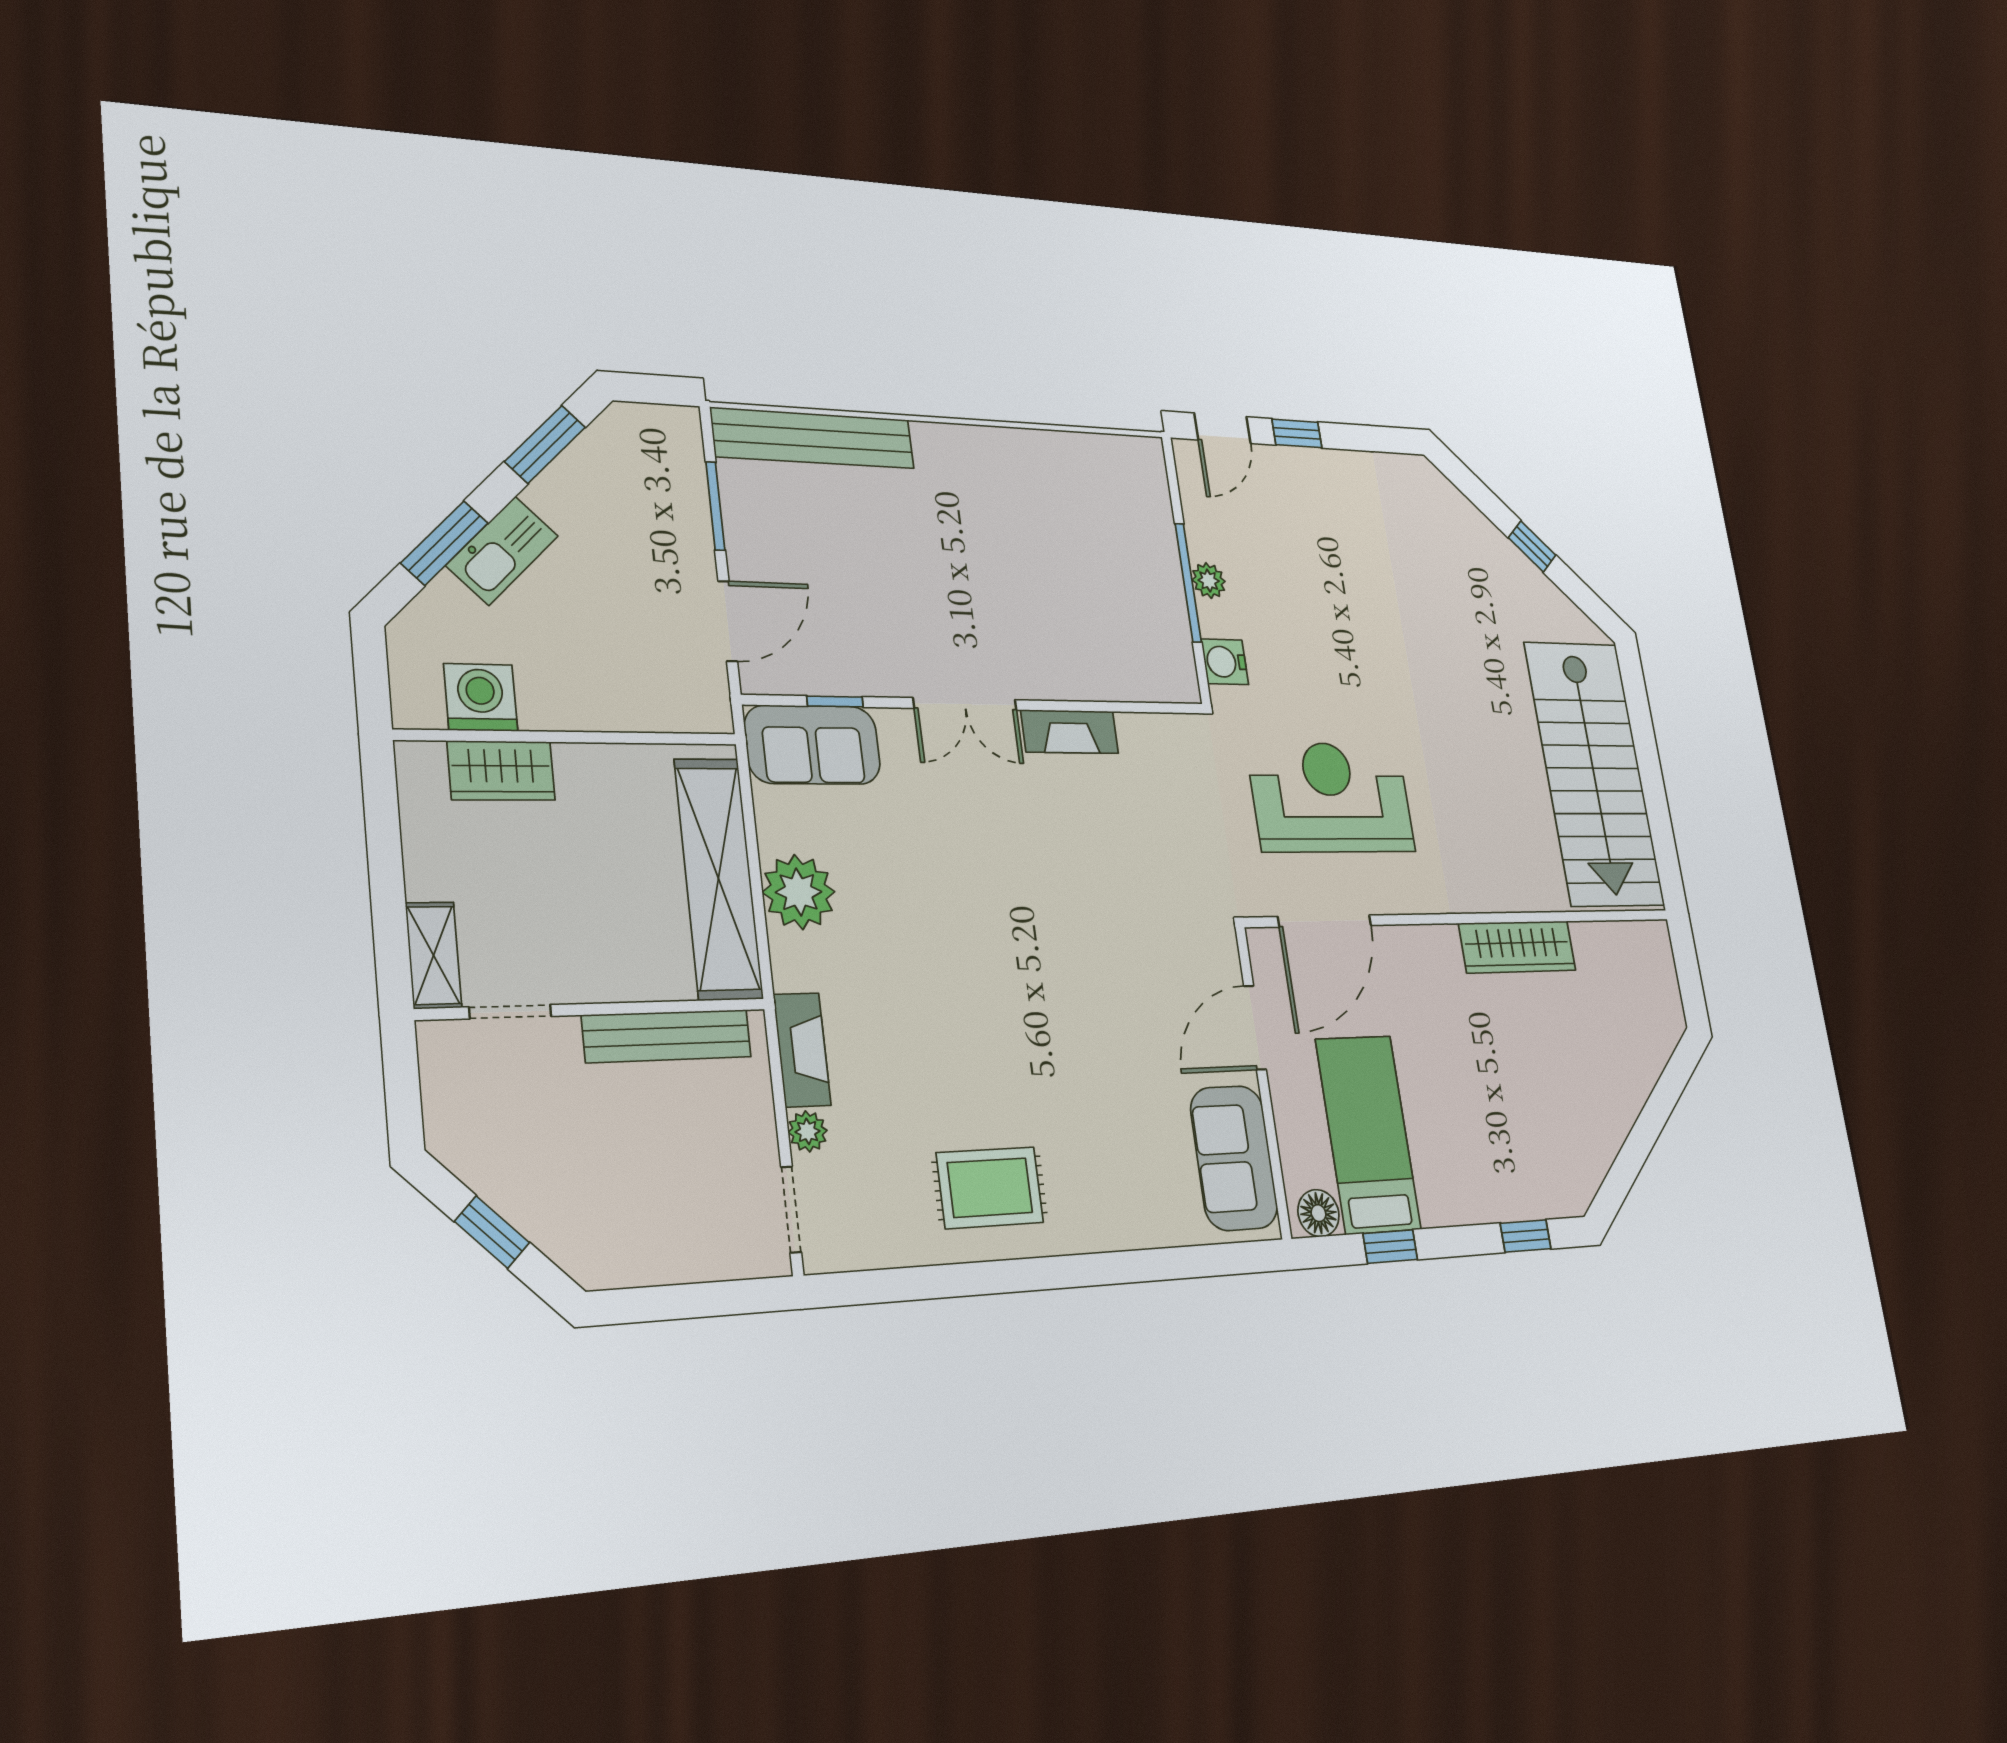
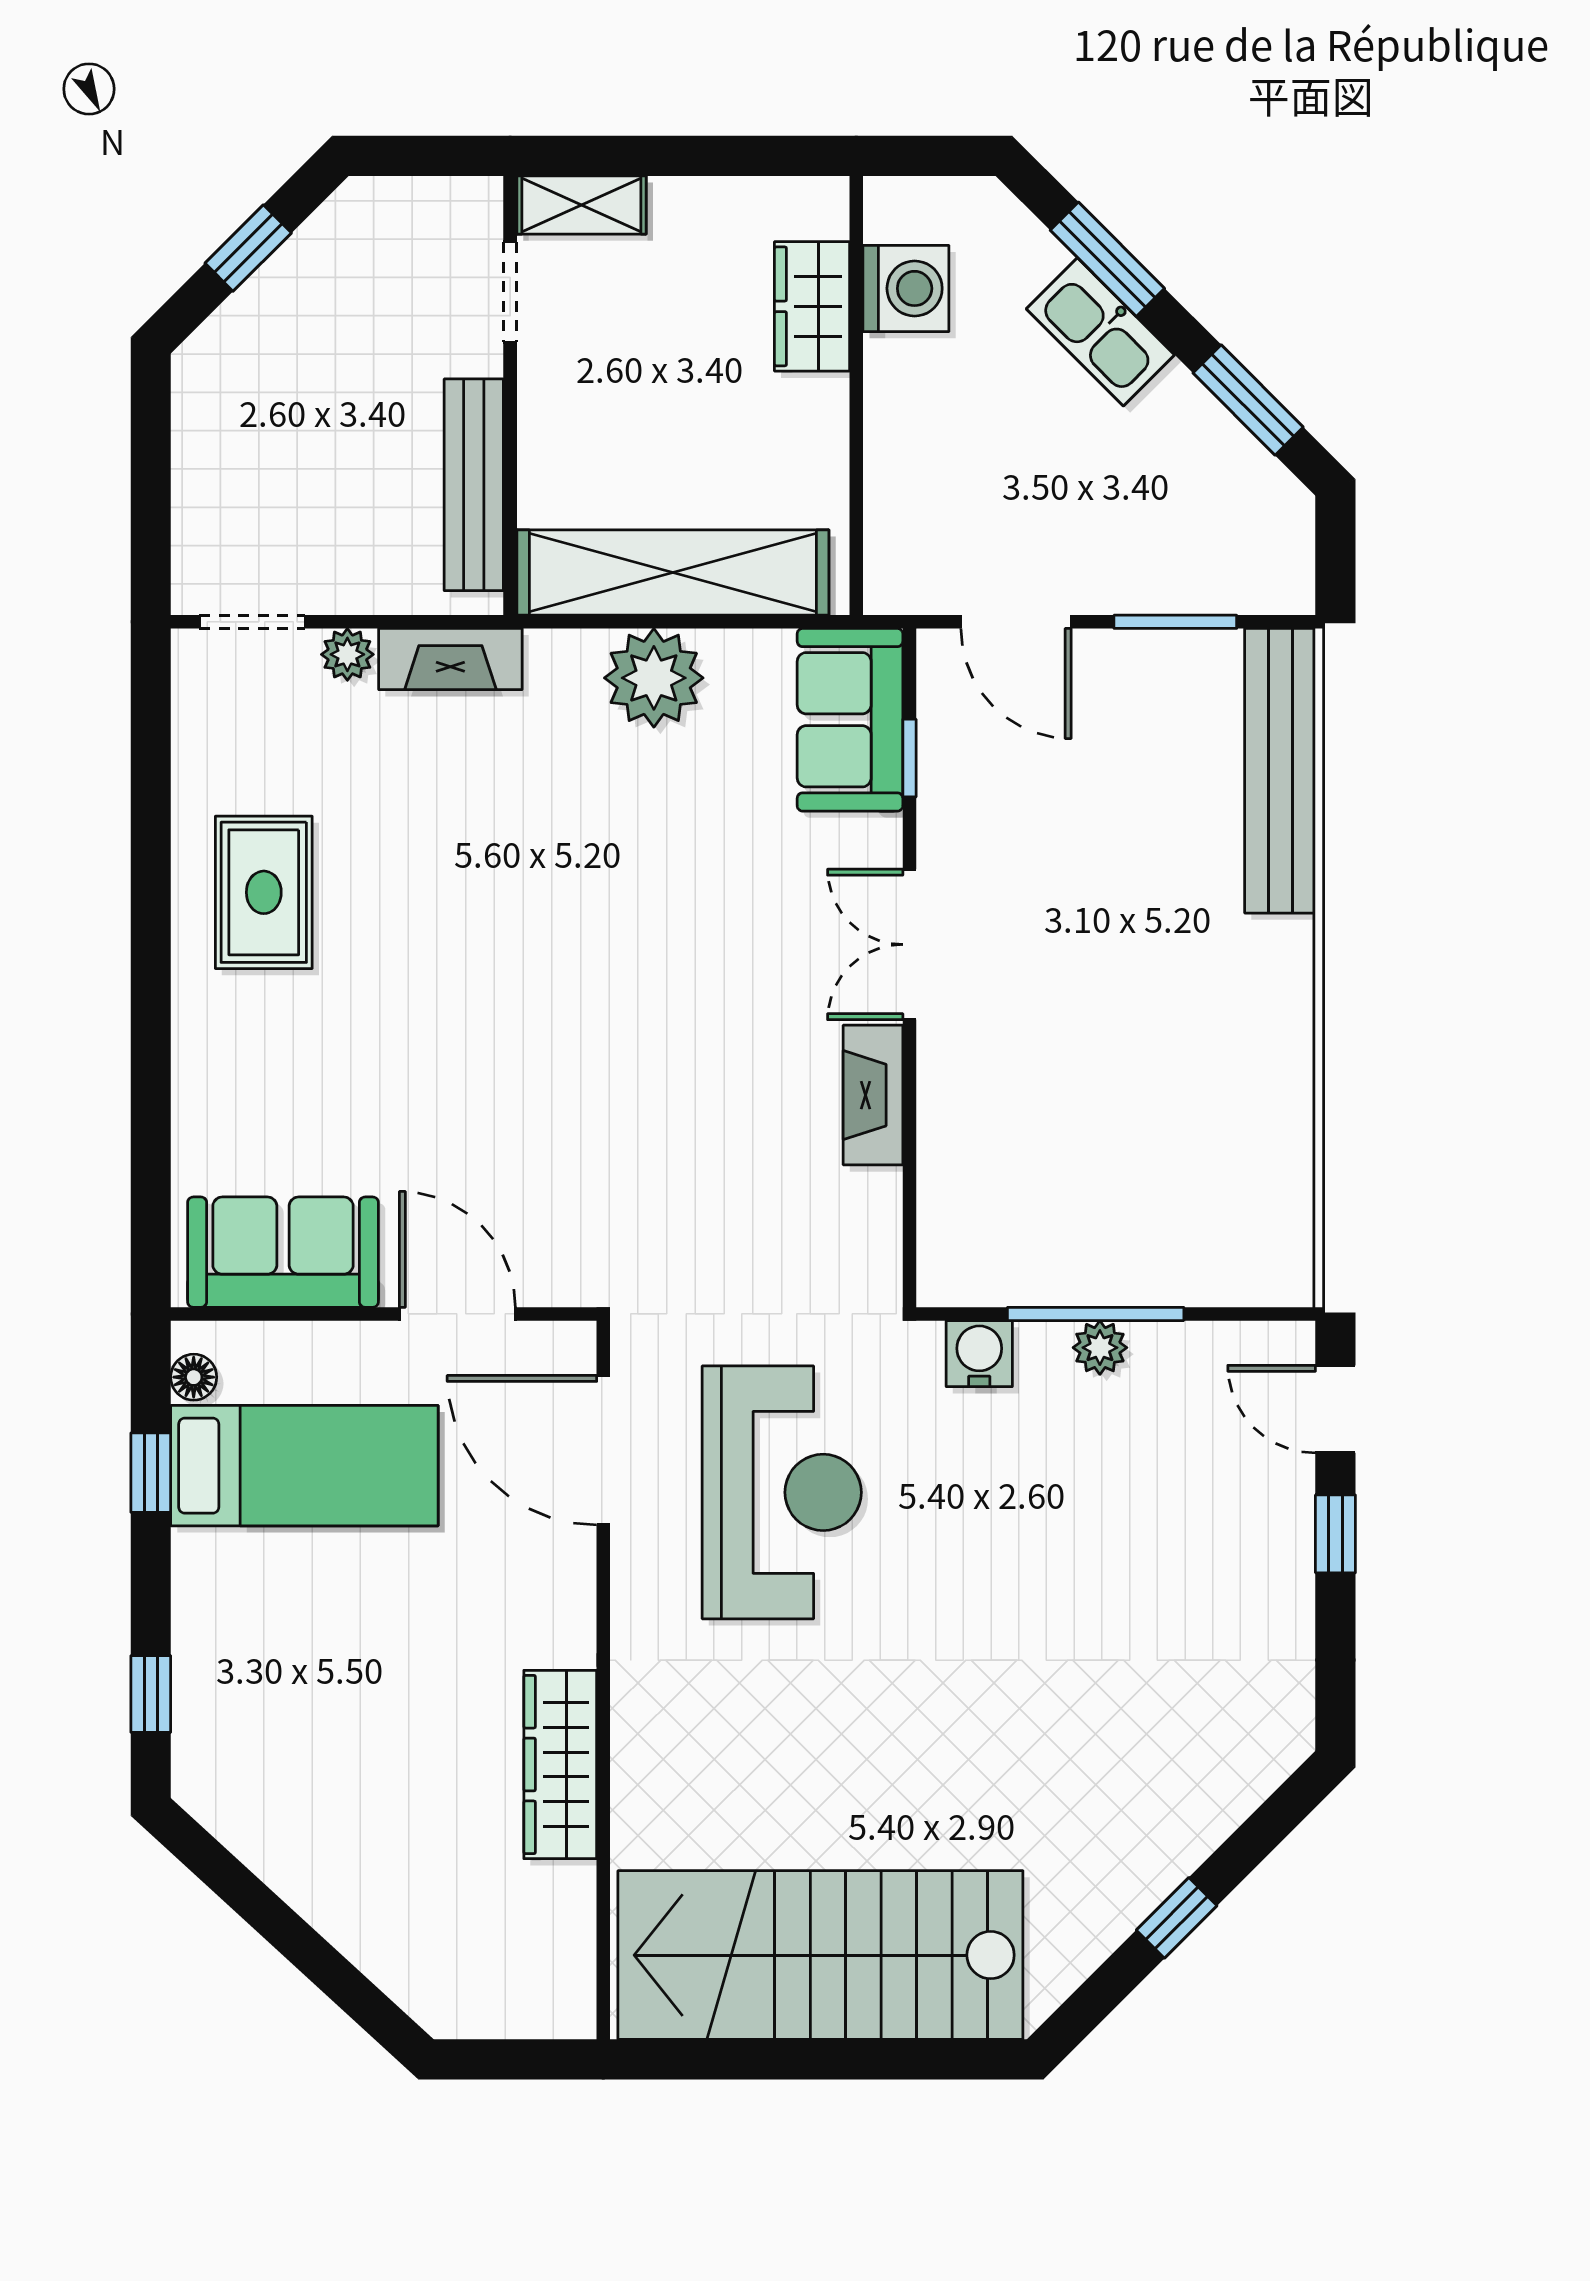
floor lamp: (1318, 1213) -> (194, 1377), width x0.73, depth x0.73

